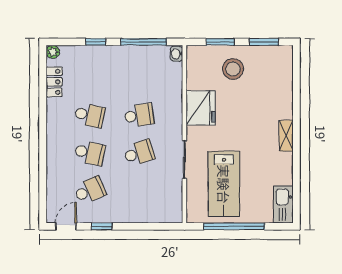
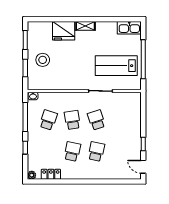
fridge: (201, 108) -> (64, 31), moved, turned 180
lab bench: (224, 184) -> (116, 66), turned 180
school desk: (90, 190) -> (48, 120), moved, turned 42

